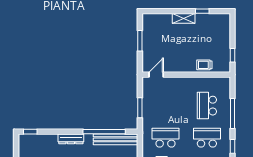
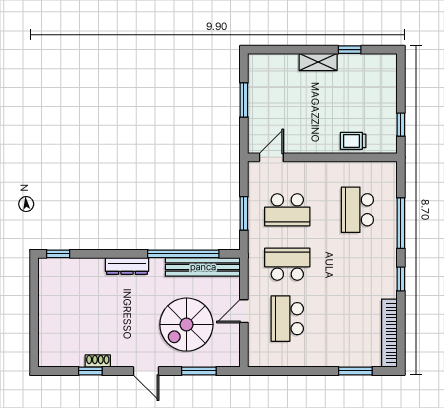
school desk: (207, 138) -> (287, 210), moved, turned 180

